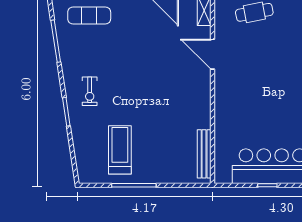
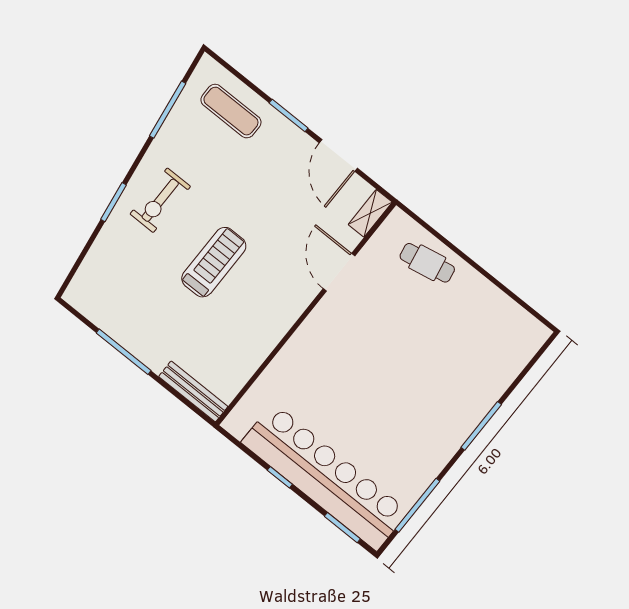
exercise bike: (90, 91) -> (160, 200), width x1.38, depth x1.39
treadmill: (120, 150) -> (214, 262), moved
bench: (204, 154) -> (193, 391), moved, turned 90

